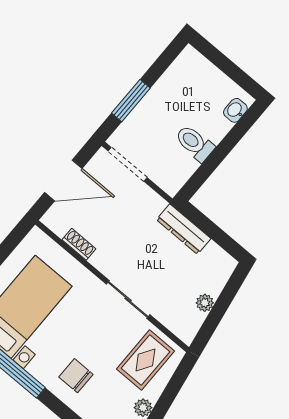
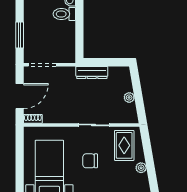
toilet: (195, 143) -> (64, 14), moved
shoe rack: (79, 244) -> (33, 119), moved
chair: (76, 376) -> (90, 161), moved

